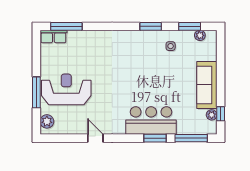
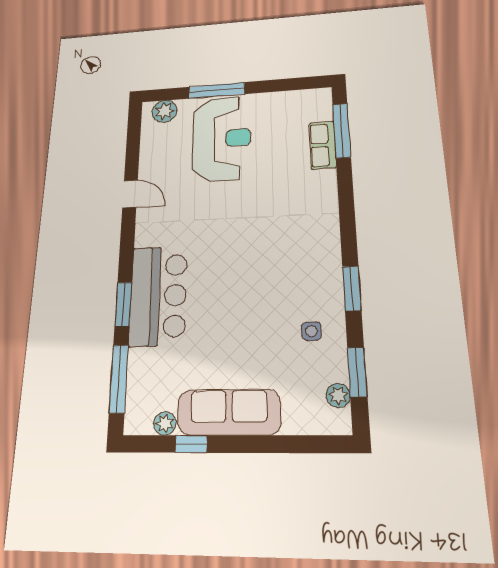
row of seats: (53, 36) -> (323, 145), moved
window: (221, 114) -> (191, 444), moved
door: (95, 138) -> (130, 194), hinge flipped

